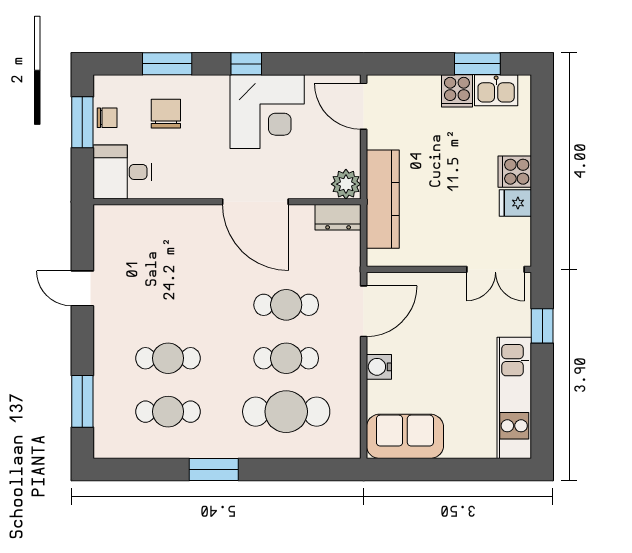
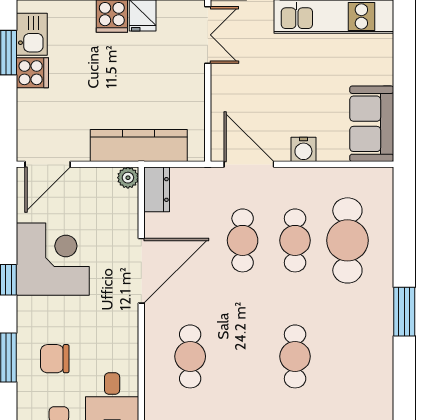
plant: (346, 184) -> (128, 178), width x0.73, depth x0.73
cafe table: (168, 412) -> (190, 356), moved

